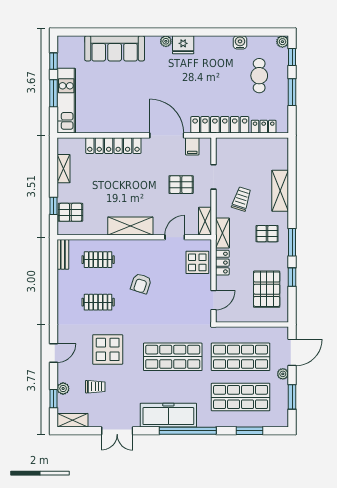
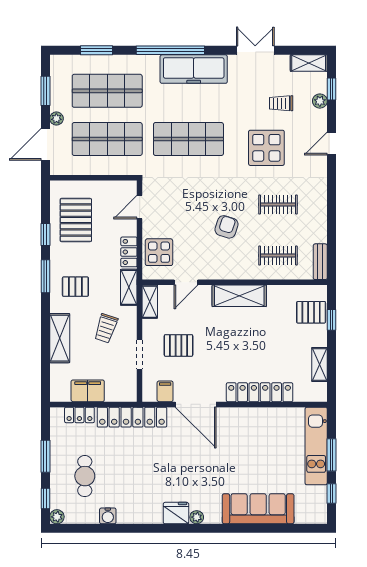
filing cabinet: (257, 147) -> (88, 391), added

